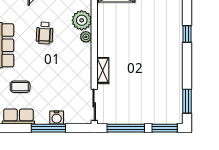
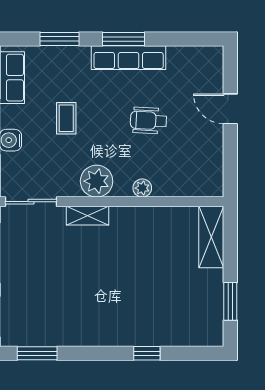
plant: (82, 20) -> (97, 181), moved
coffee table: (20, 87) -> (66, 118), moved

